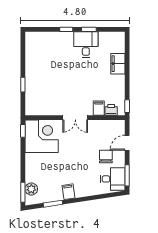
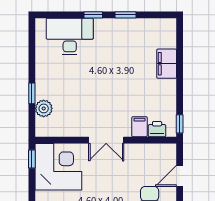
desk: (86, 45) -> (70, 36), moved, width x1.37
plant: (31, 95) -> (44, 108), added

